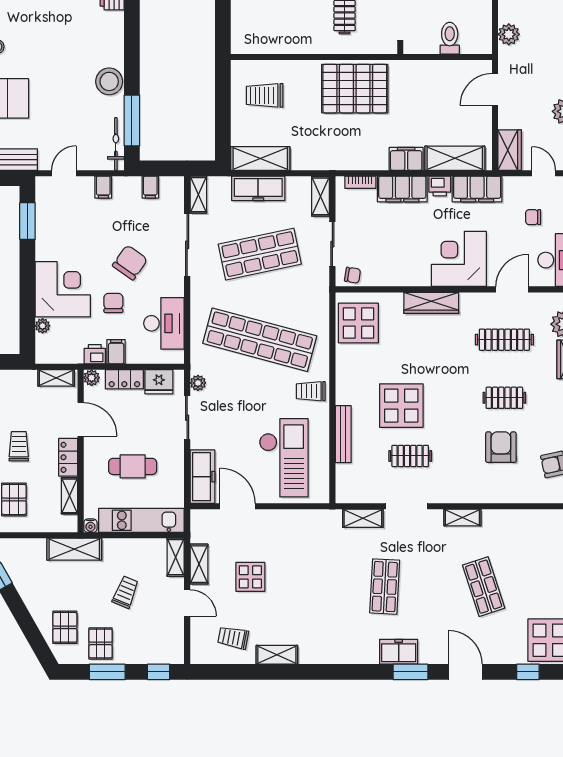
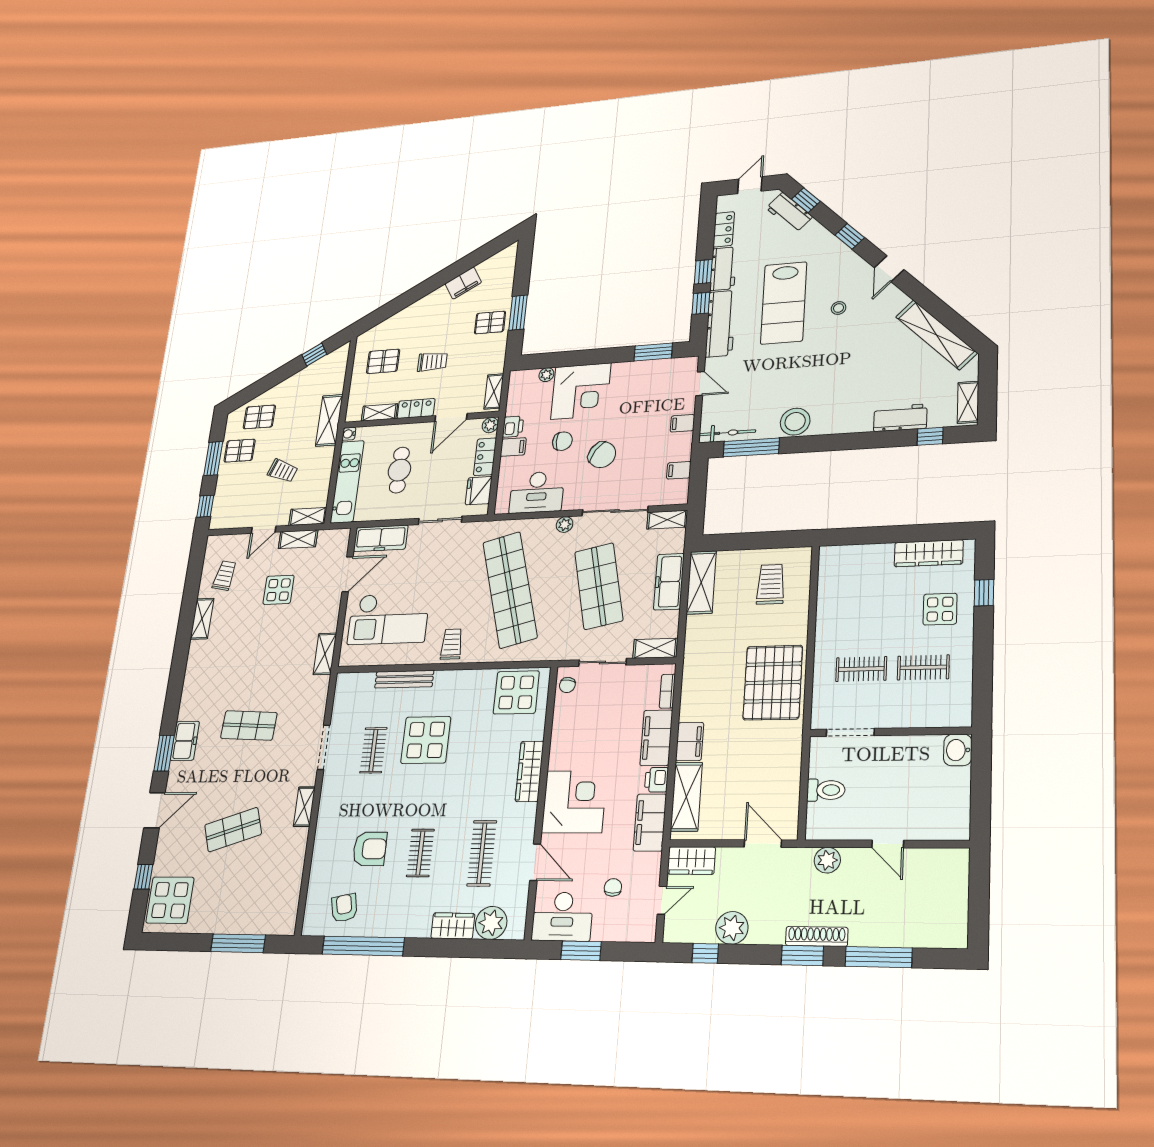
shop shelf: (260, 340) -> (510, 590), turned -30
plant: (198, 383) -> (565, 525), moved
shelving: (363, 518) -> (325, 654), moved

